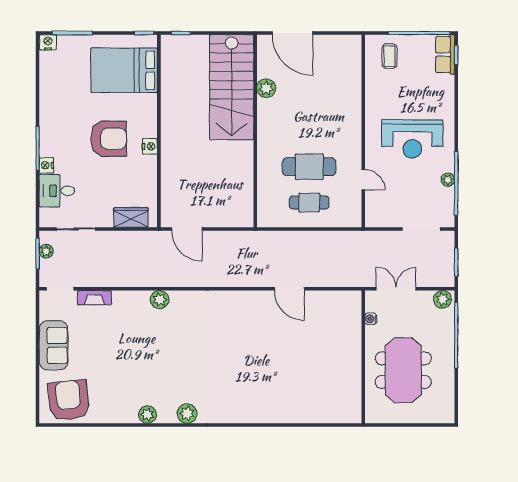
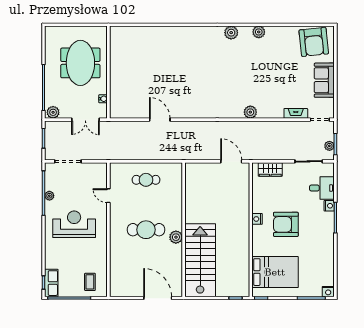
plant: (266, 88) -> (176, 237), moved
cafe table: (309, 167) -> (146, 230), moved

